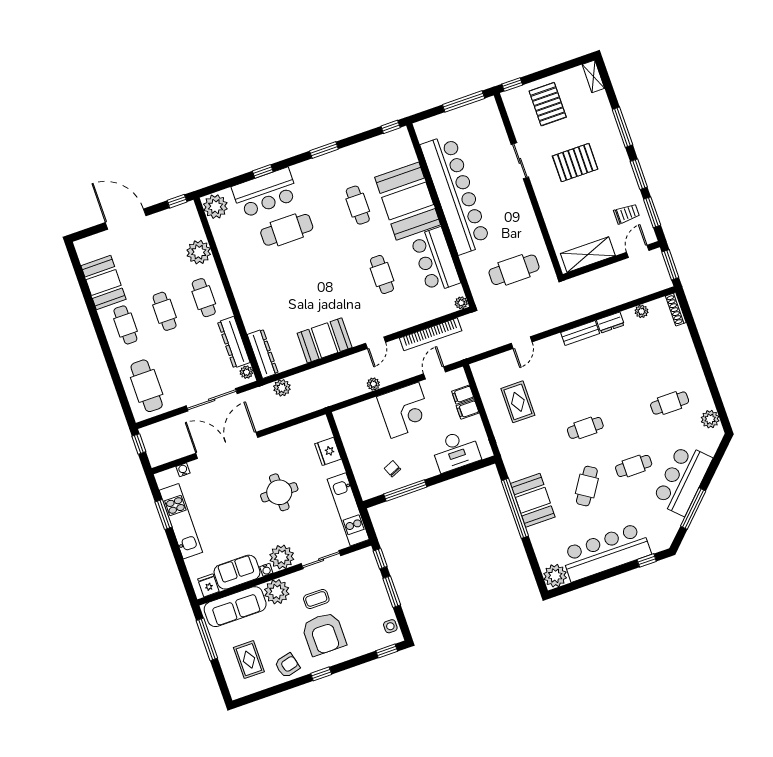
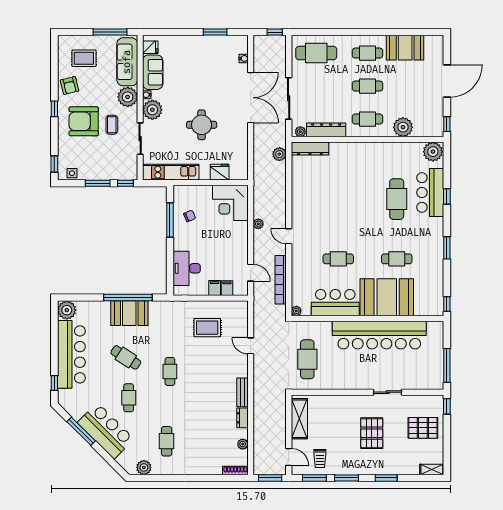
window: (622, 127) -> (386, 478), width x0.69
booth: (325, 340) -> (304, 199), removed
corner desk: (405, 410) -> (230, 203), moved
kitchen unit: (181, 521) -> (205, 43), removed

